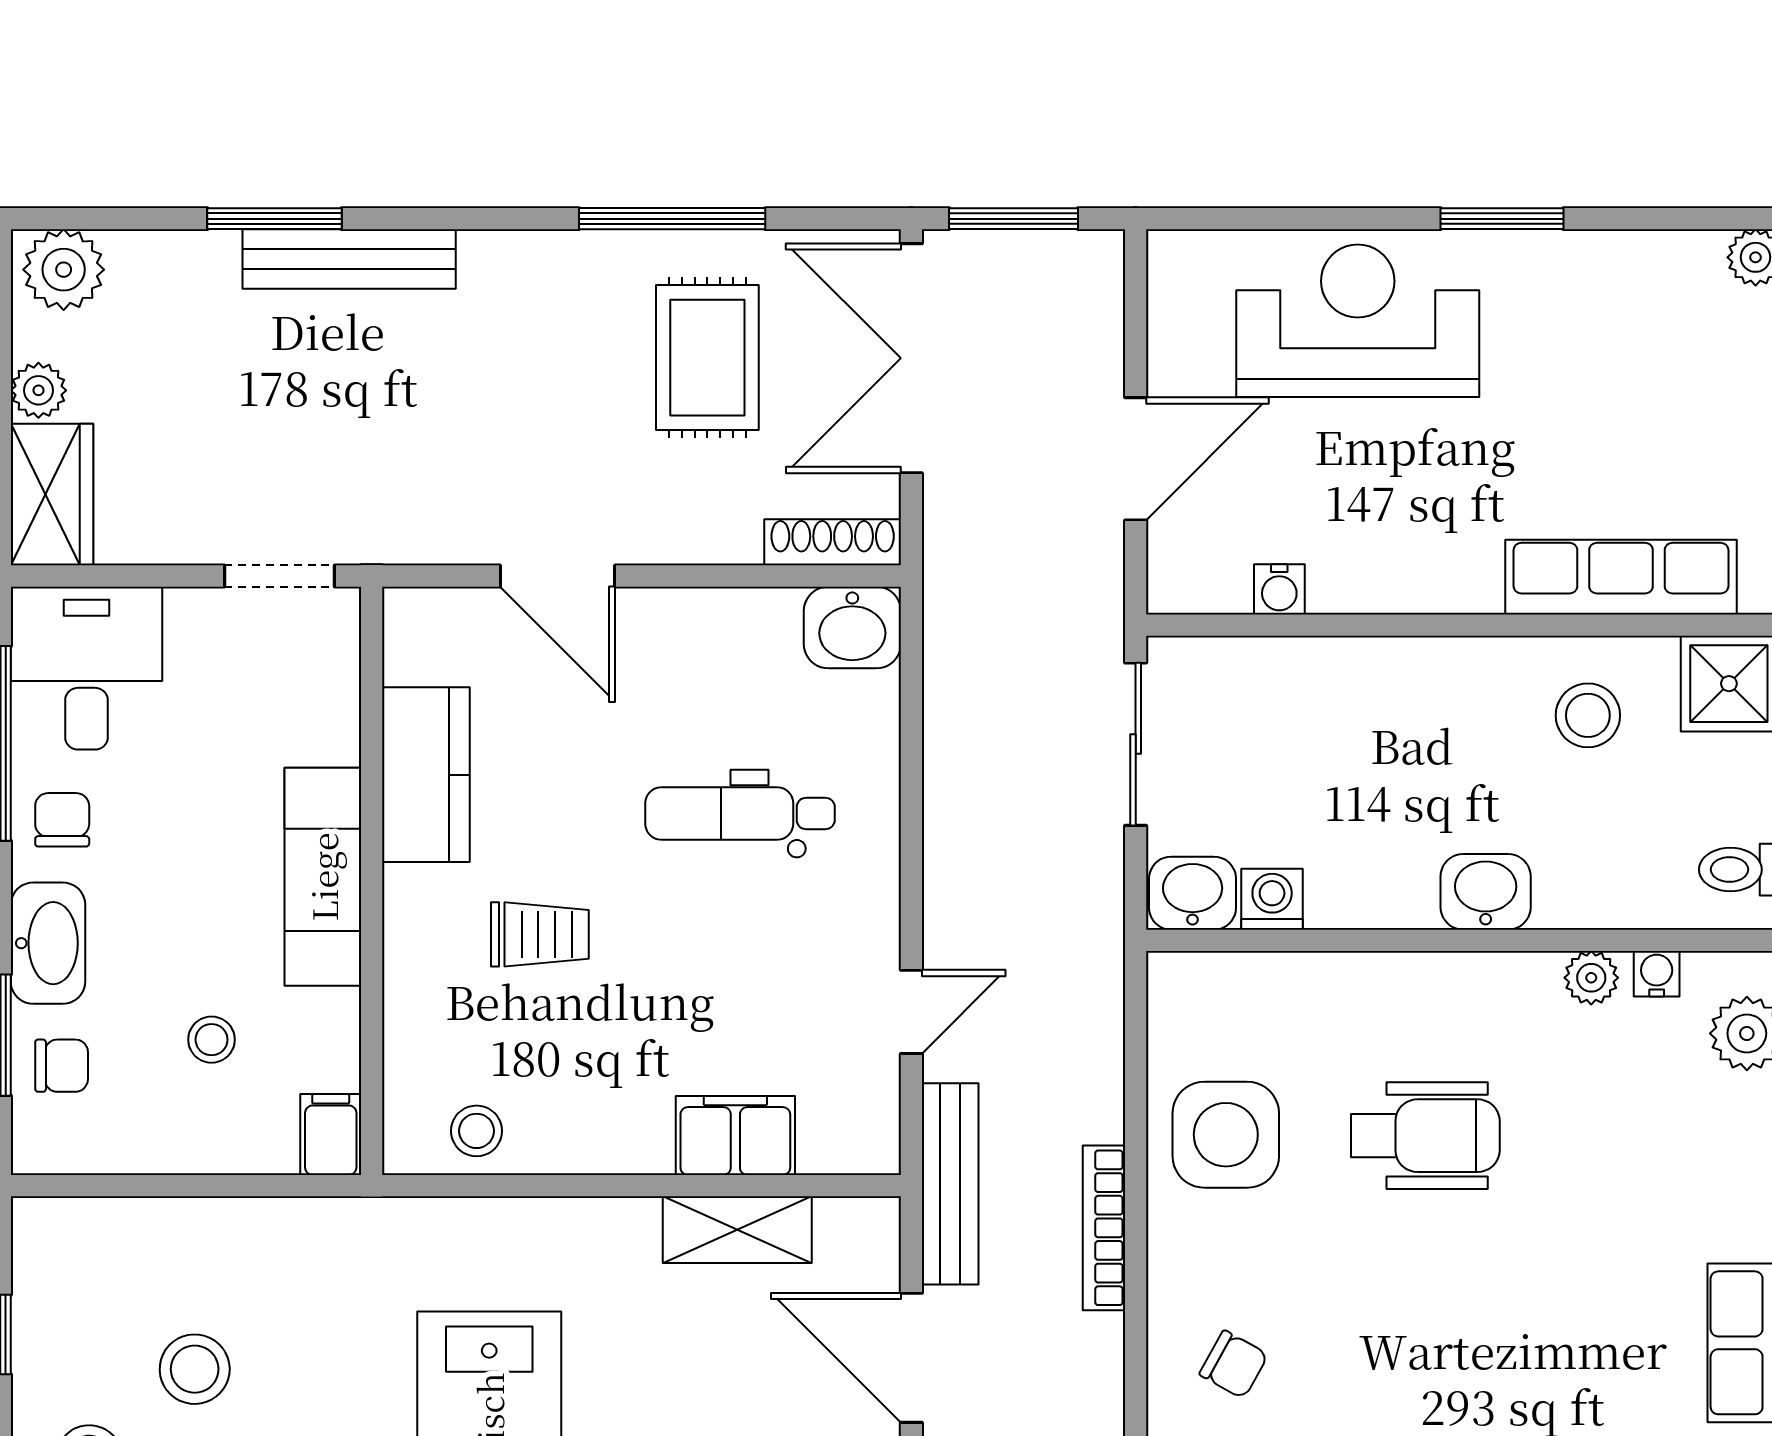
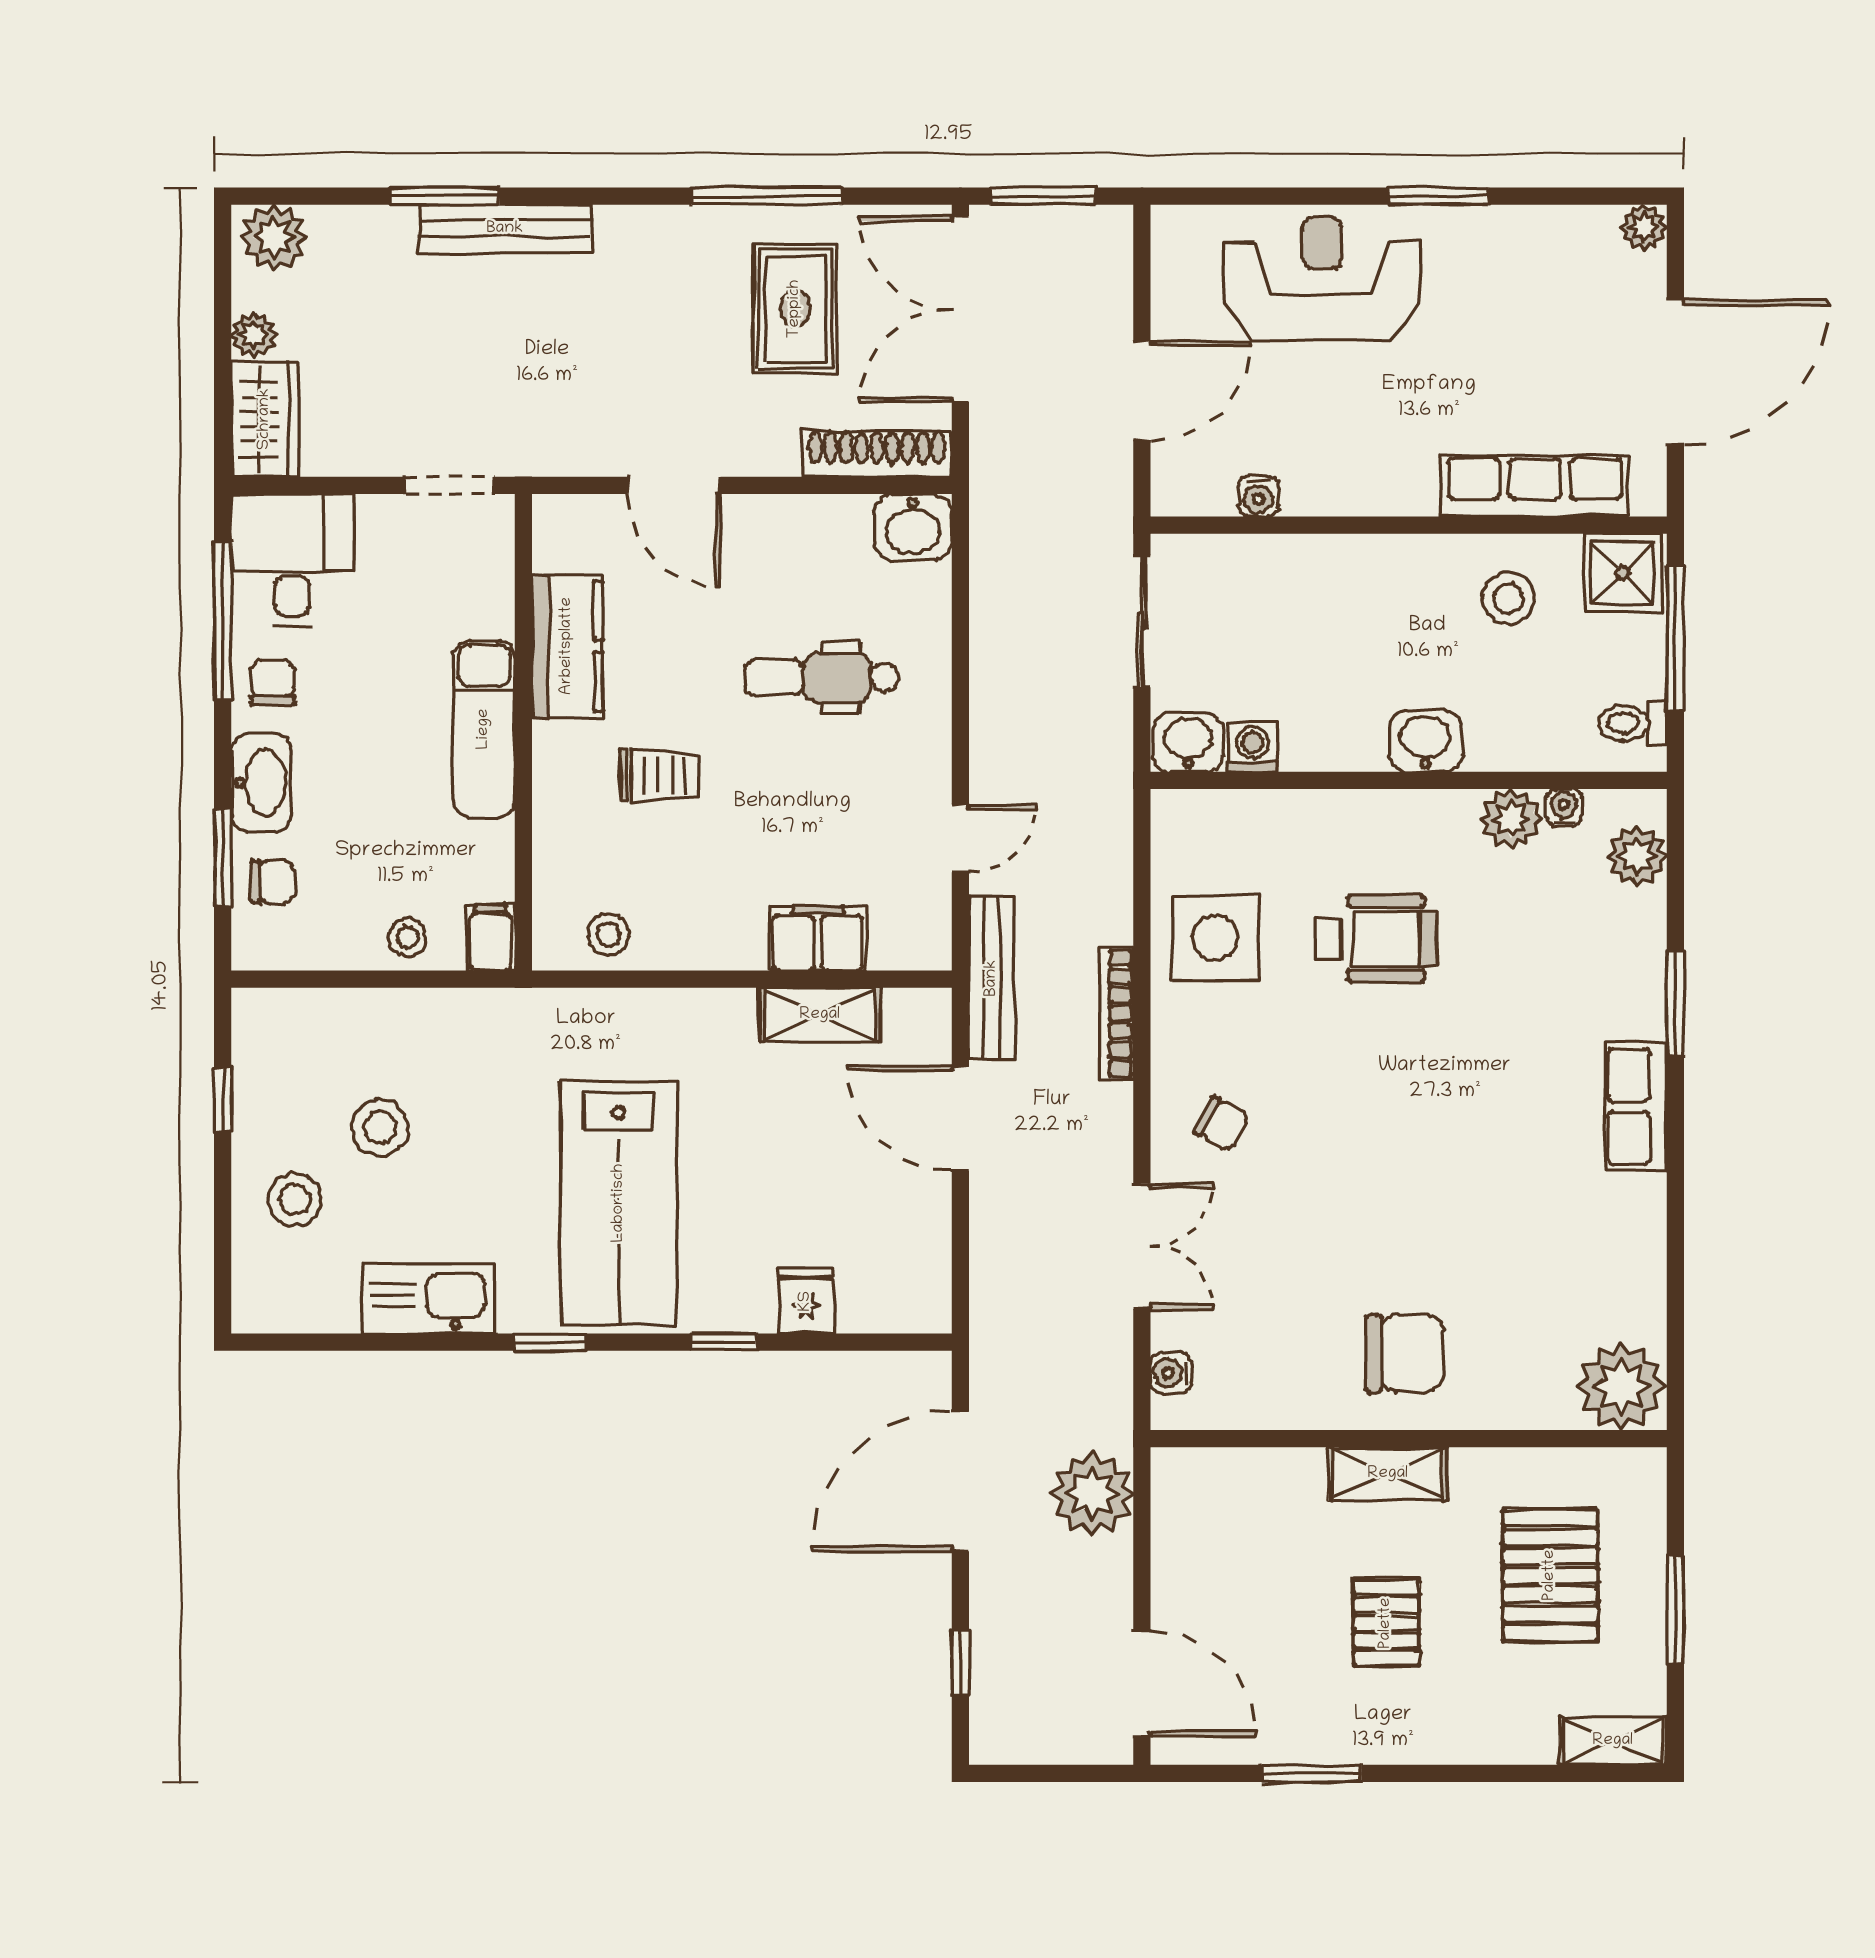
shoe rack: (833, 542) -> (877, 454), width x1.36, depth x1.24
plant: (1591, 978) -> (1511, 819), width x1.38, depth x1.38
stool: (212, 1040) -> (407, 937), moved

